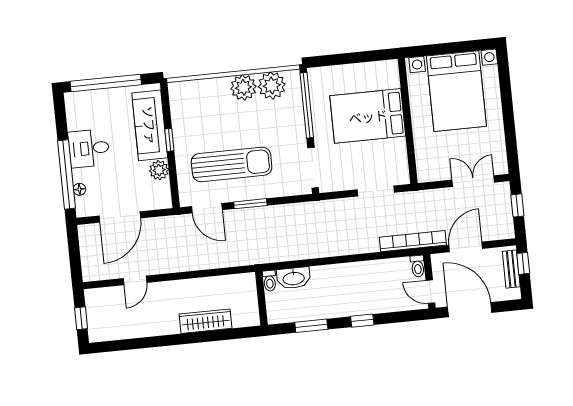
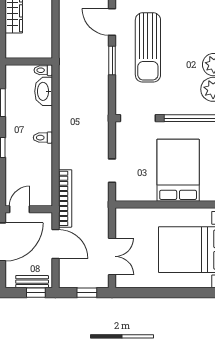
doorway: (376, 191) -> (112, 171), width x0.73
door: (207, 208) -> (112, 22), hinge flipped
toilet: (418, 266) -> (43, 138), moved

